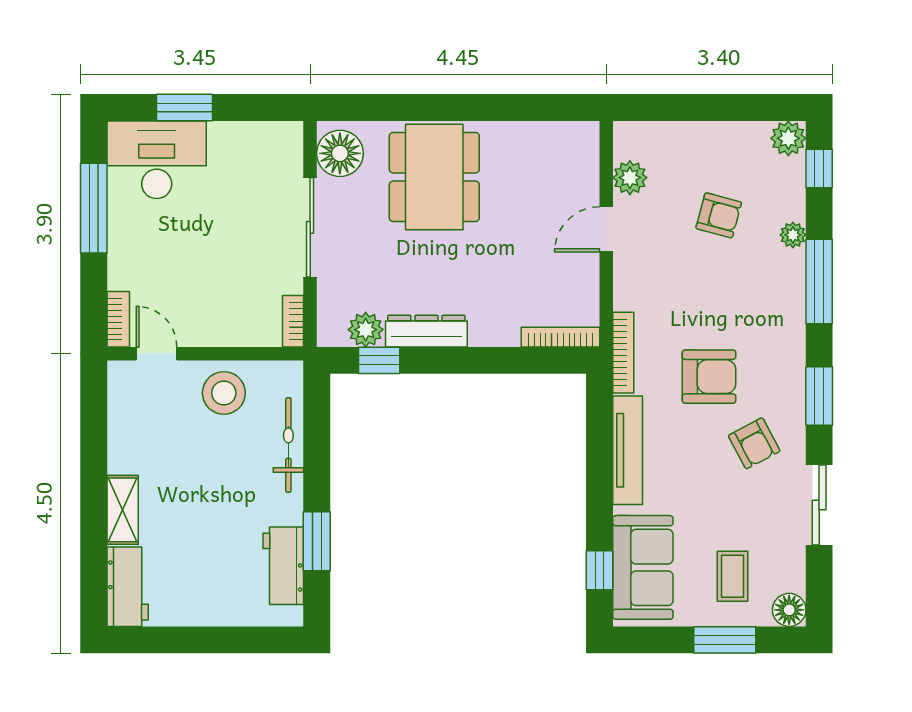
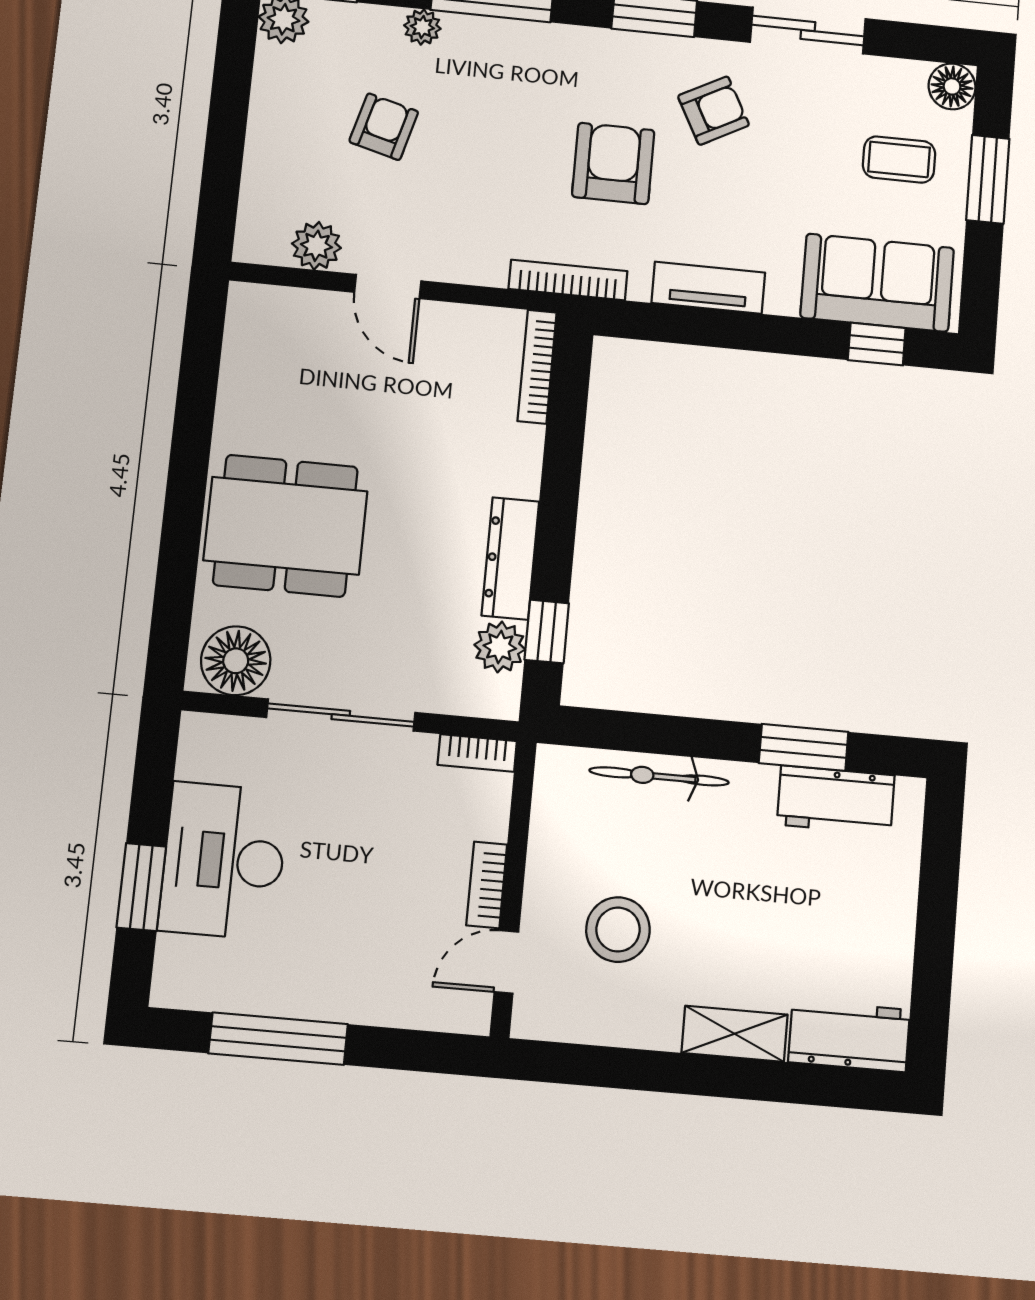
desk: (157, 160) -> (224, 861), moved
bookcase: (118, 319) -> (487, 885), moved, turned -90
stool: (224, 393) -> (618, 930), moved
tv unit: (628, 450) -> (708, 288), width x0.71

